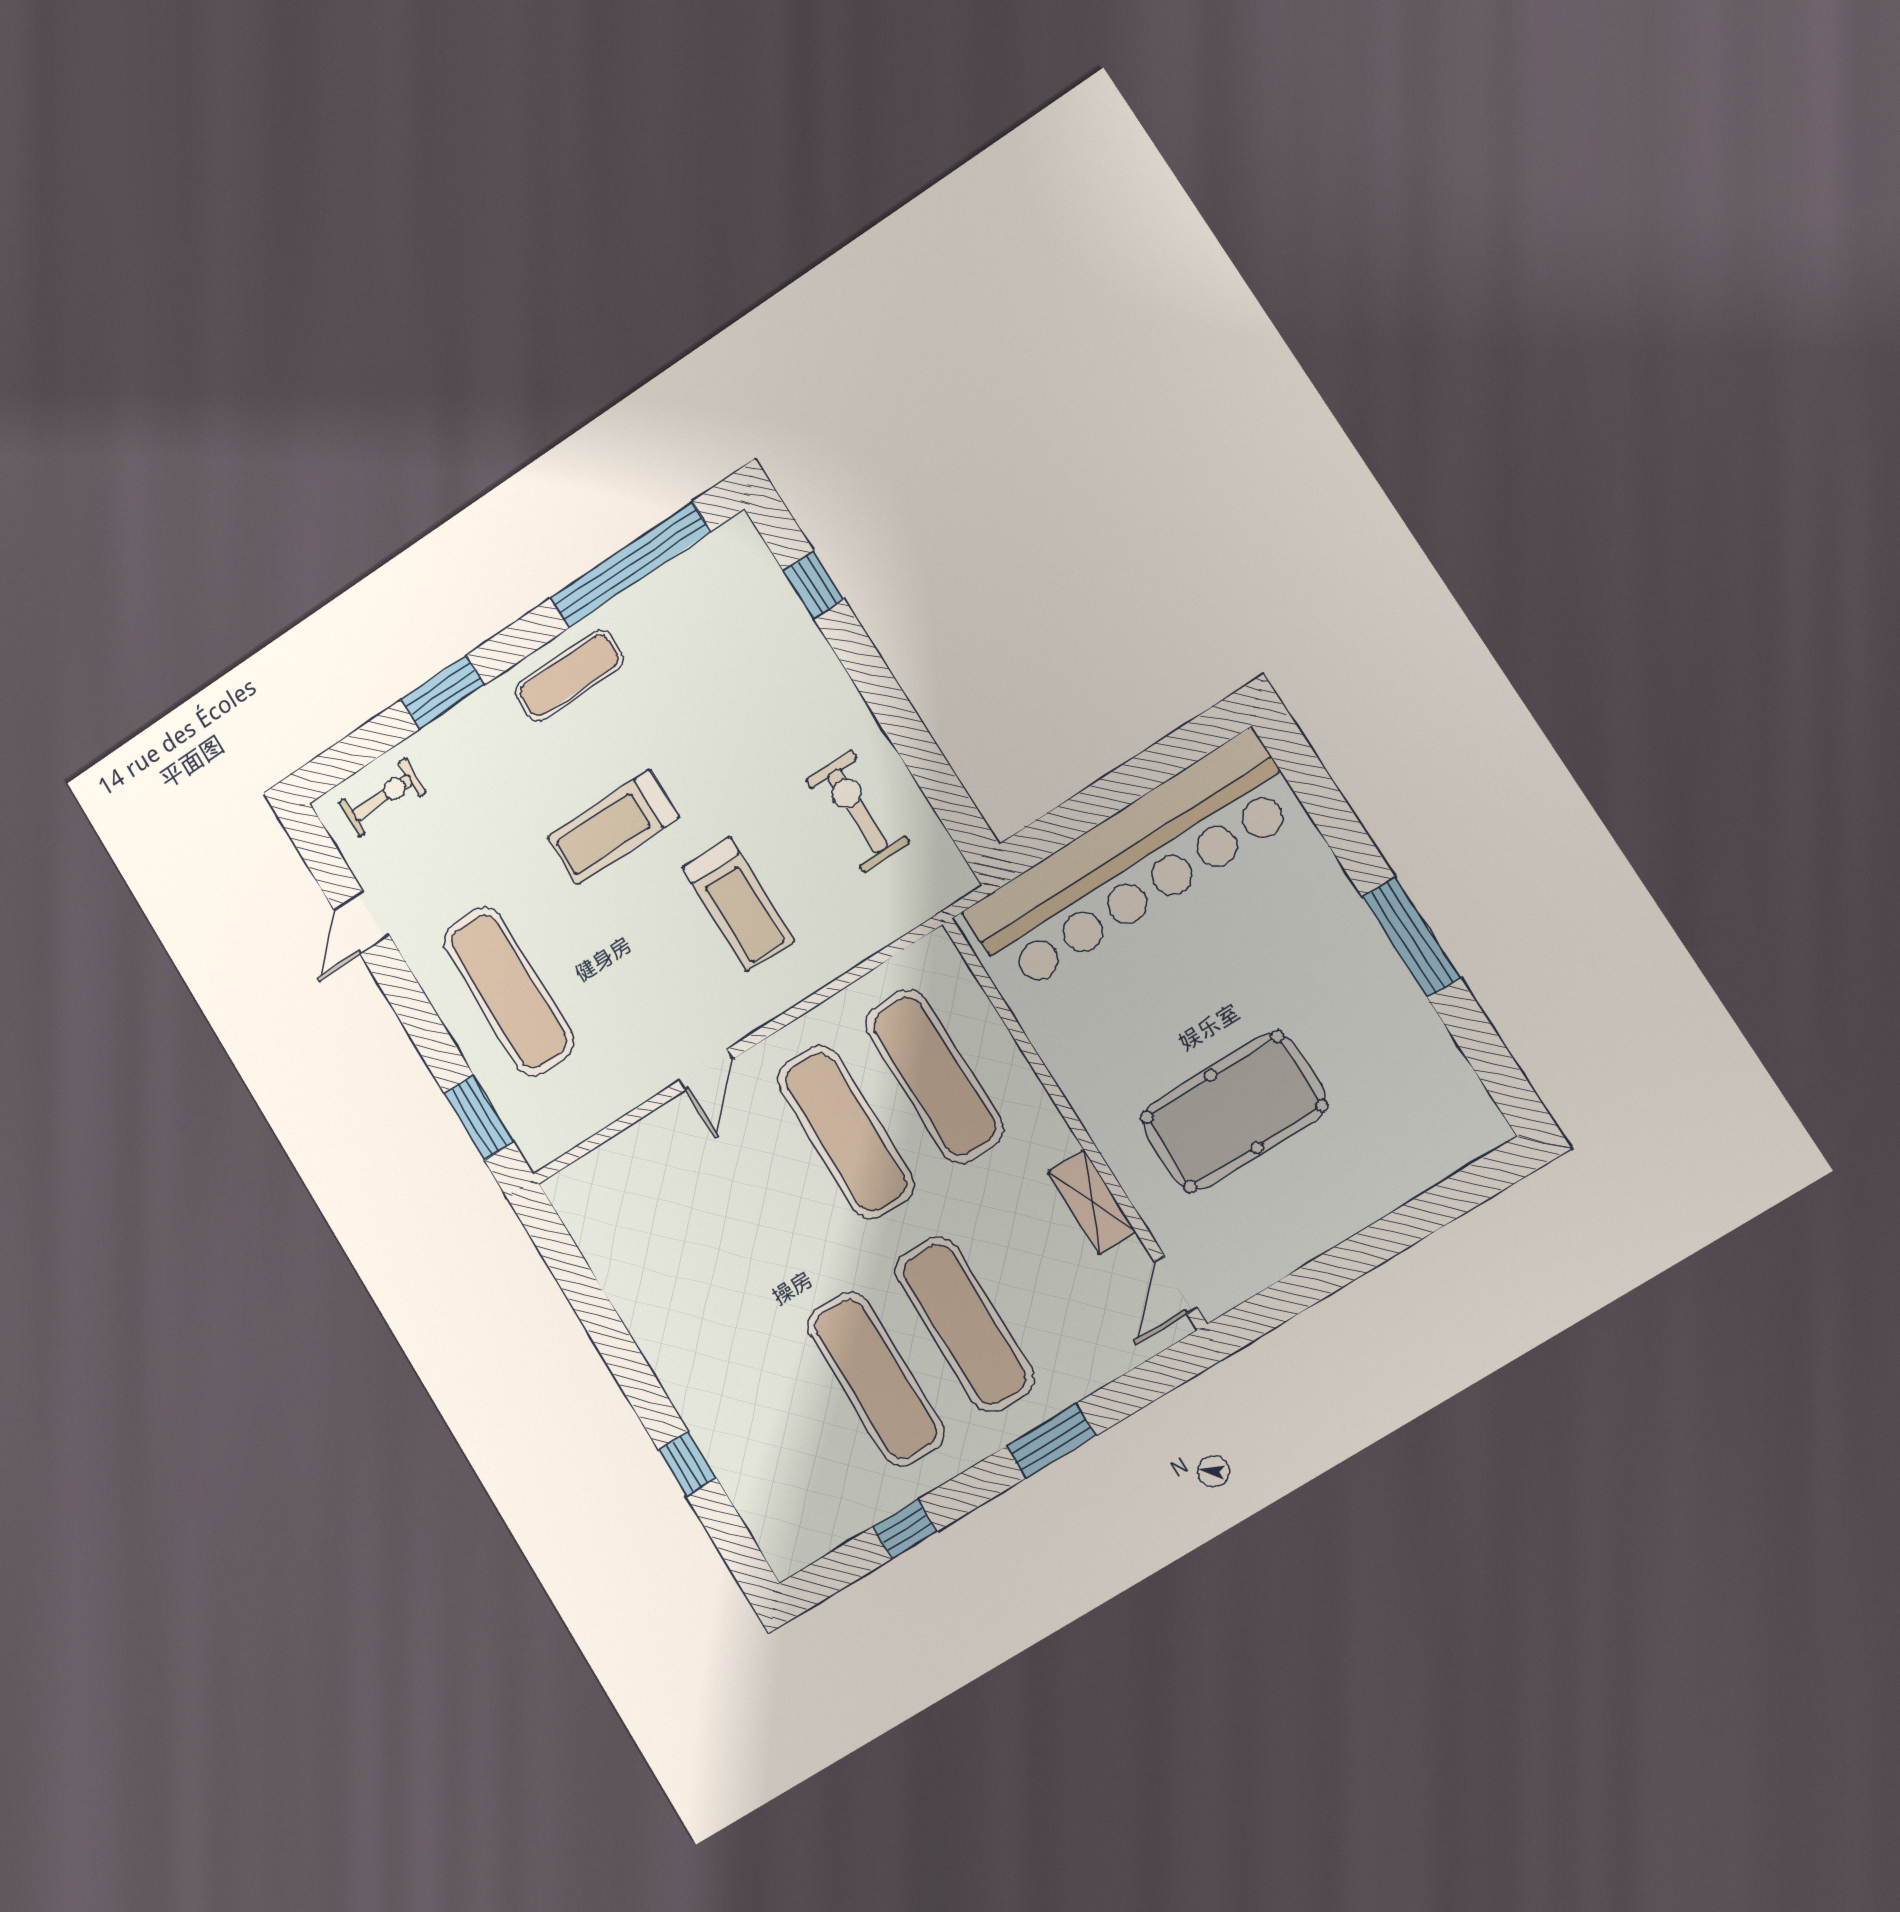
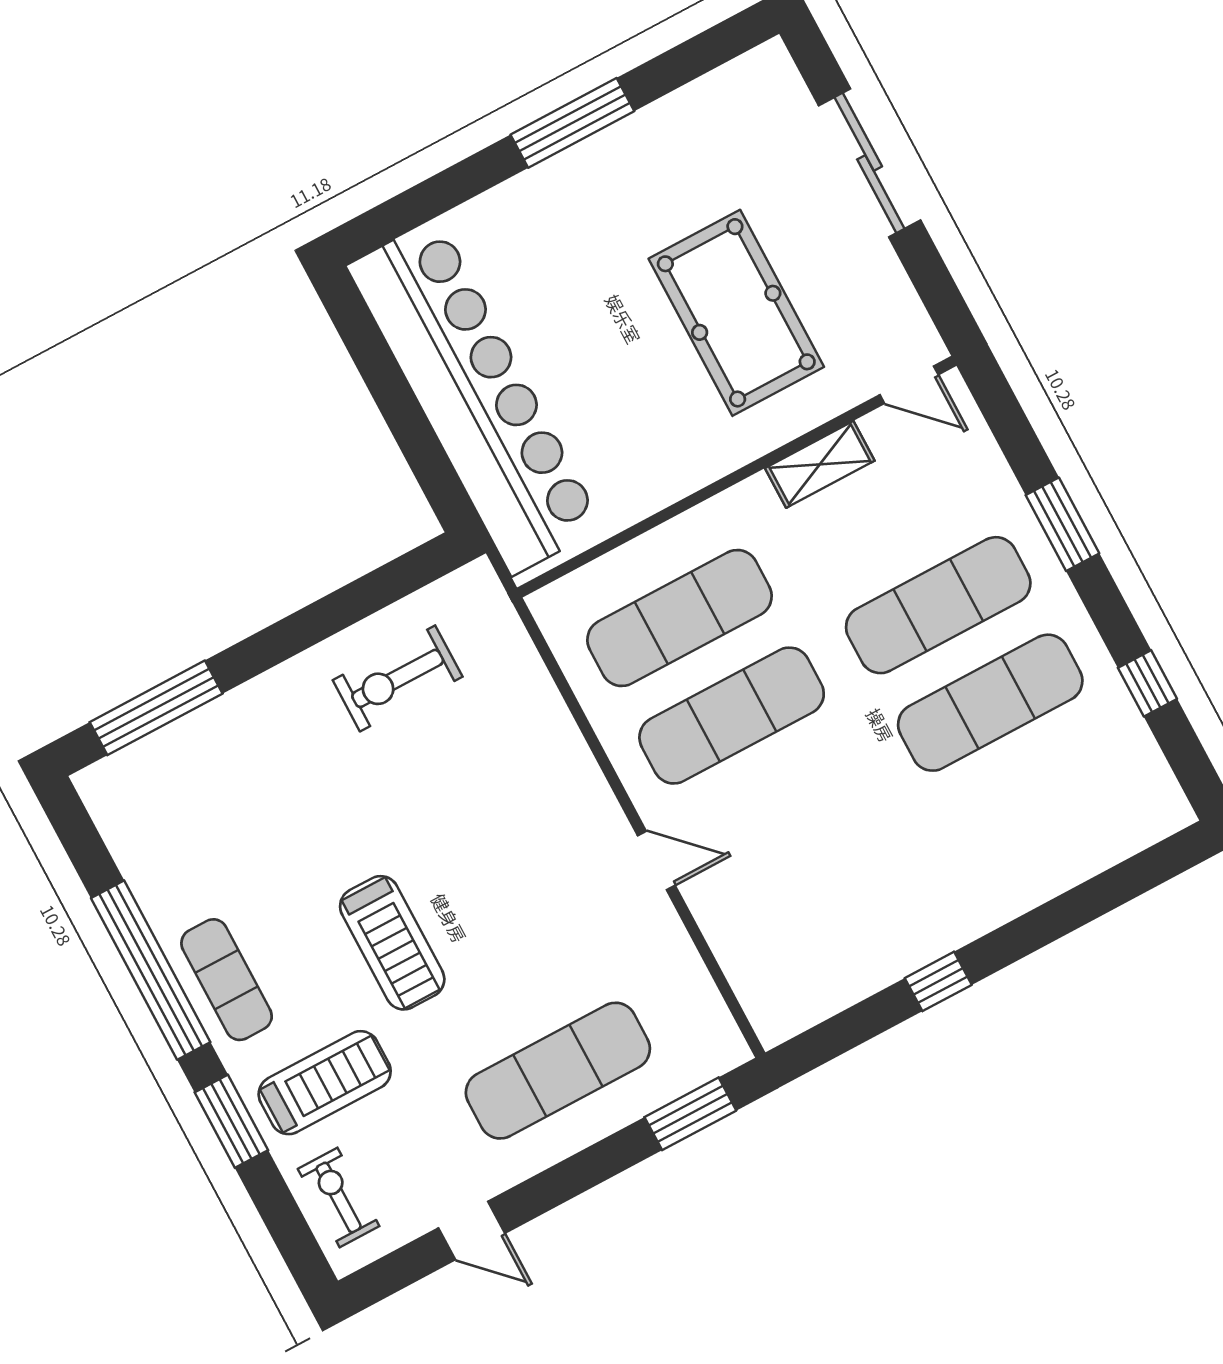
window: (630, 565) -> (151, 970), moved
window: (814, 585) -> (156, 708), width x2.17
treadmill: (738, 904) -> (325, 1083), moved
sliding door: (1393, 1234) -> (870, 163), added
window: (687, 1464) -> (938, 981), moved

